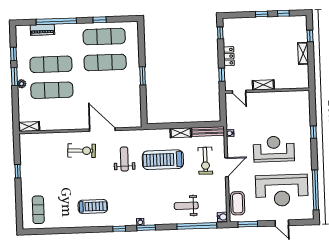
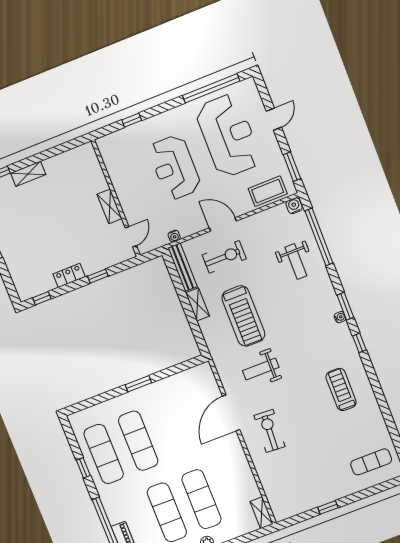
shelving: (263, 85) -> (110, 206), moved
wall: (267, 91) -> (116, 198), moved
door: (239, 92) -> (131, 237), moved

